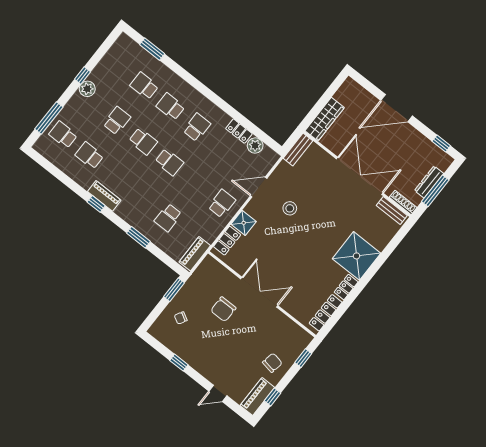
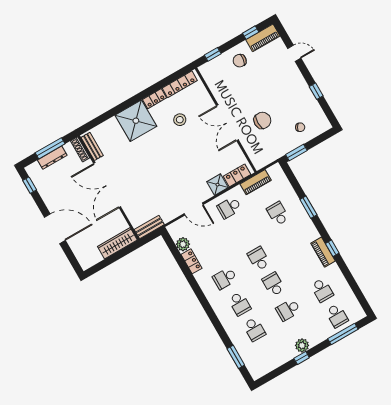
stool: (290, 208) -> (180, 120), moved
school desk: (168, 218) -> (278, 214), turned -90
piano: (195, 254) -> (256, 182), moved

